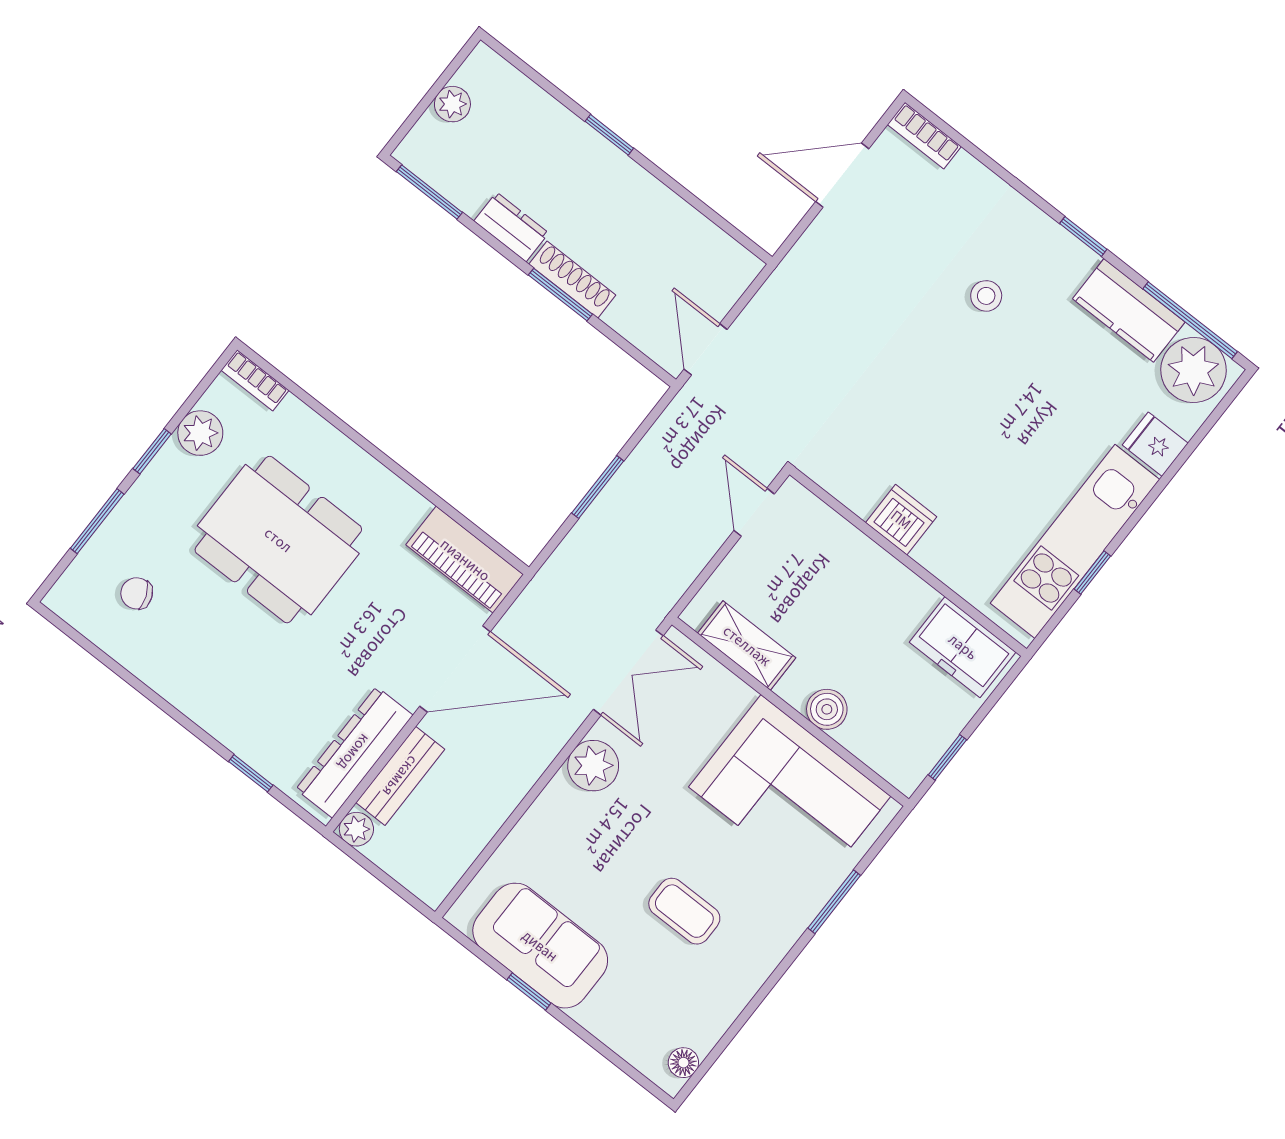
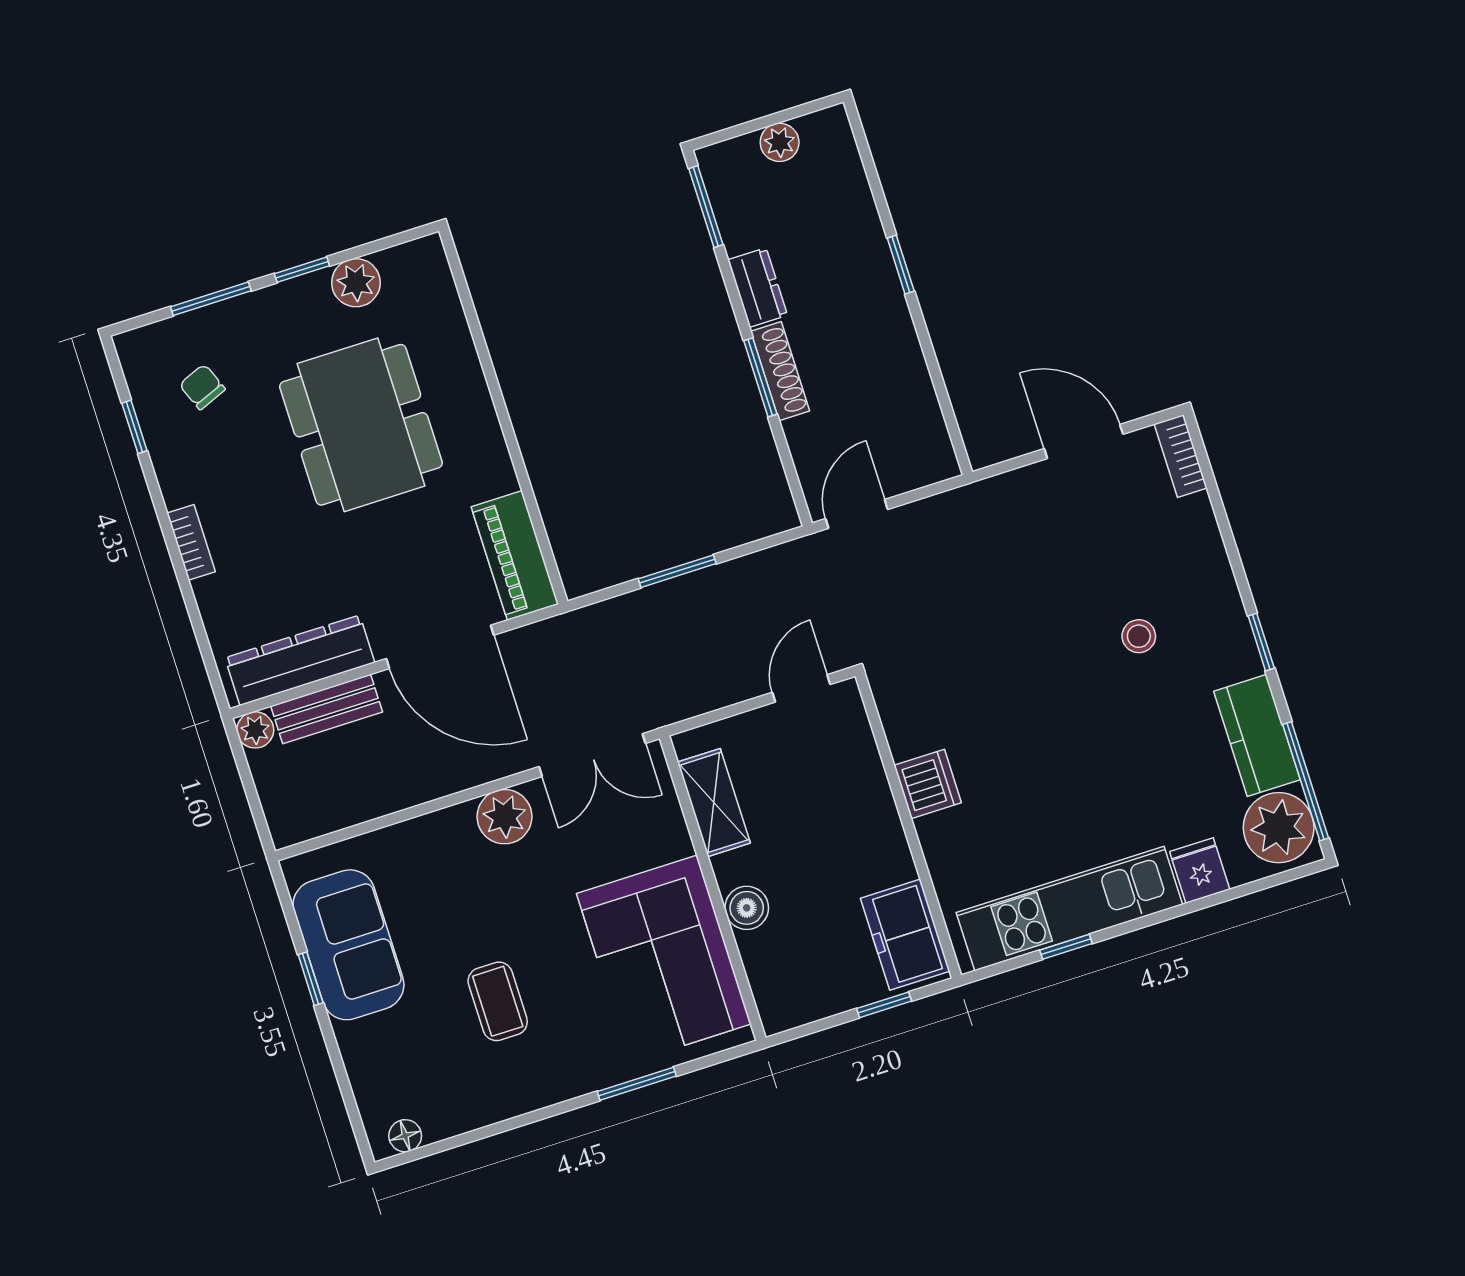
bookcase: (255, 380) -> (191, 542), moved, turned 180
window: (947, 757) -> (884, 1005), moved
window: (251, 773) -> (134, 427), moved

